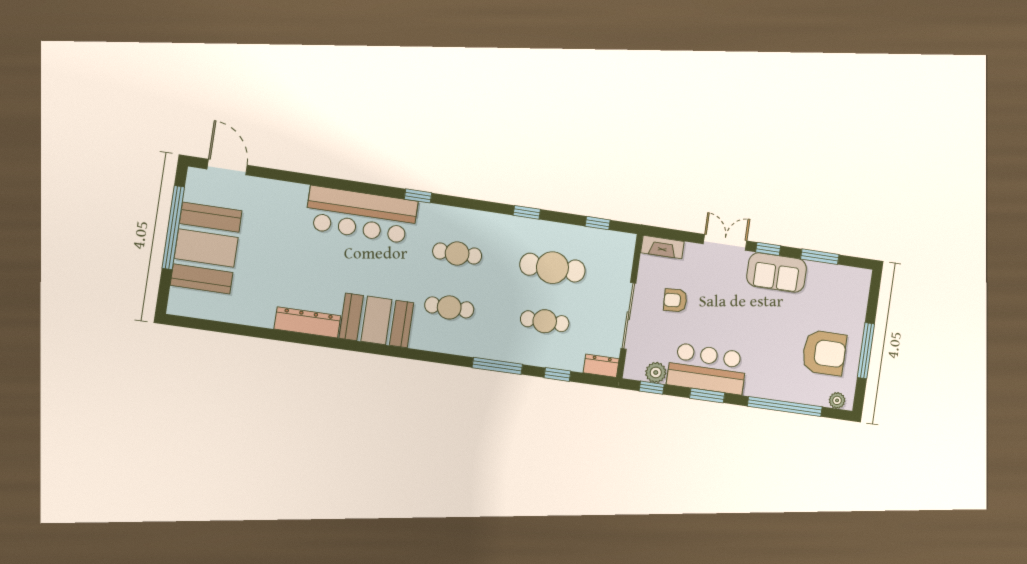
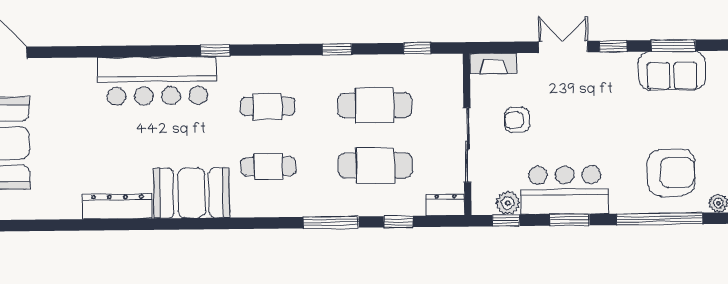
sofa: (777, 273) -> (672, 71), moved
cafe table: (545, 321) -> (375, 165), width x1.37, depth x1.35
armchair: (824, 353) -> (671, 173), moved

